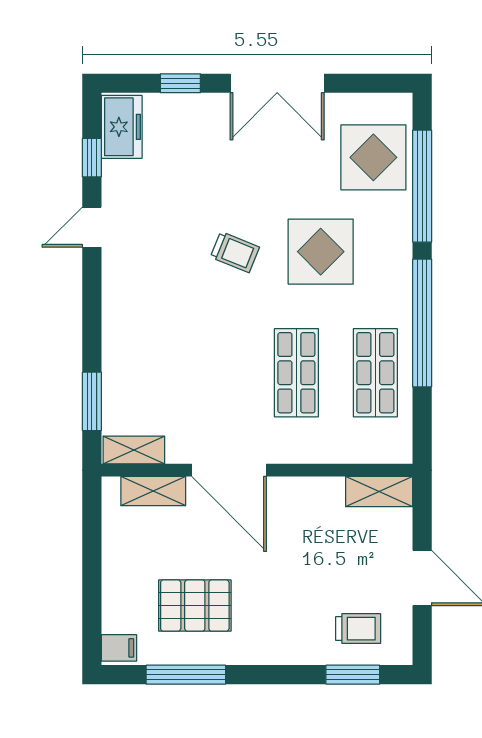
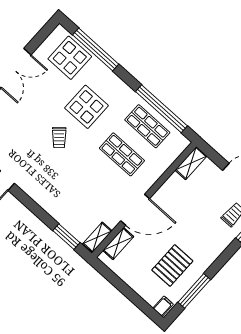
trolley: (235, 252) -> (59, 138), turned 117
window: (422, 323) -> (161, 109), moved

